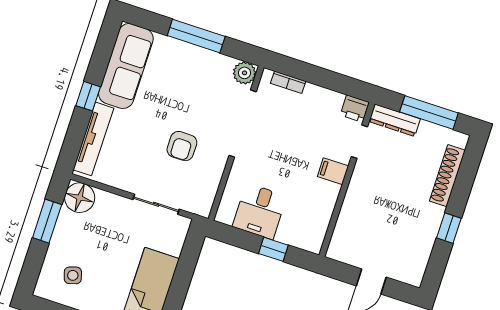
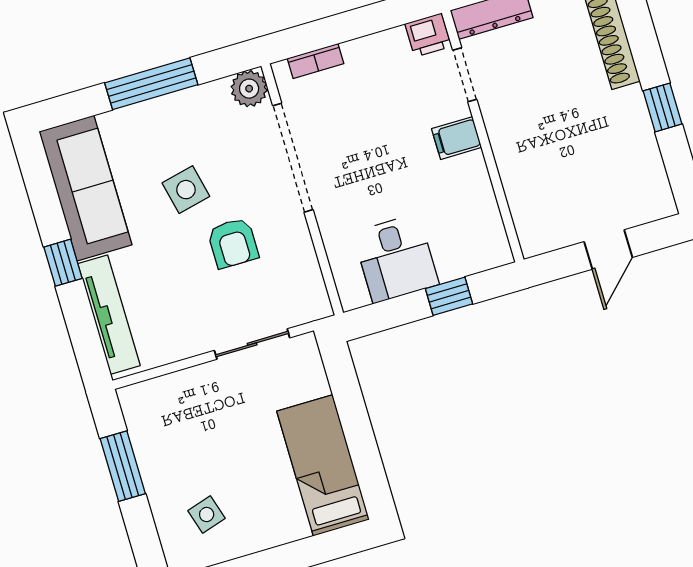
side table: (177, 102) -> (186, 190), added
floor lamp: (80, 198) -> (144, 405), removed

